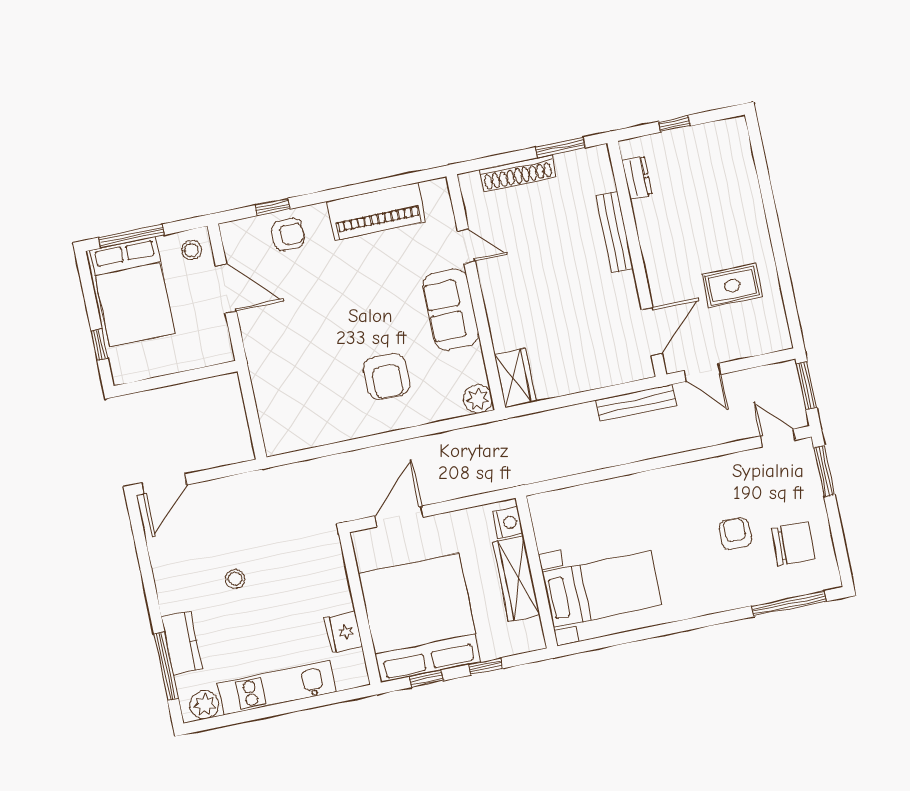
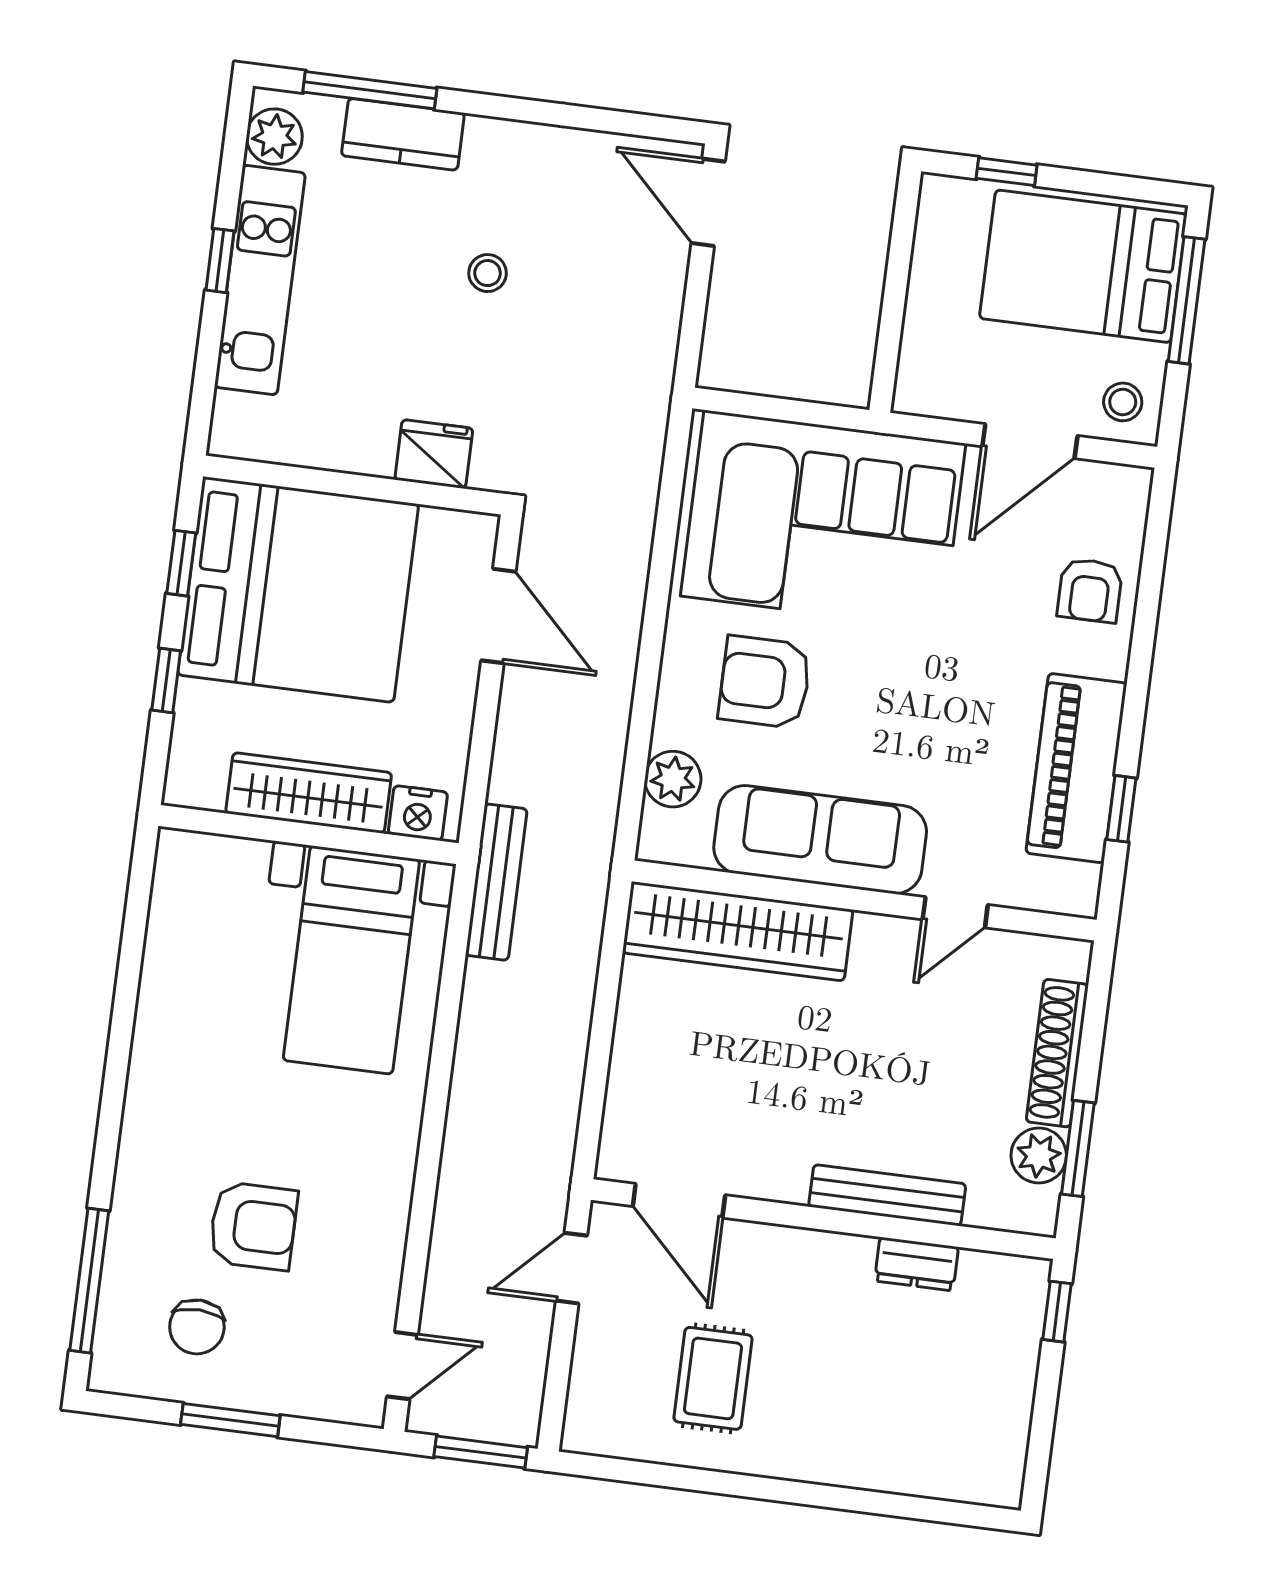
window: (675, 124) -> (1057, 1312), moved
plant: (570, 165) -> (1039, 1155), added
dresser: (637, 178) -> (917, 1264), moved
window: (273, 207) -> (1121, 809), moved
sofa: (451, 310) -> (820, 840), width x1.36
corner sofa: (298, 375) -> (823, 520), added
wardrobe: (515, 378) -> (738, 931), width x2.10, depth x1.17
plant: (478, 399) -> (673, 779), moved
bench: (636, 403) -> (496, 882), moved
window: (824, 471) -> (230, 1420), moved
armchair: (735, 534) -> (253, 1226), width x1.38, depth x1.38
chair: (793, 544) -> (197, 1327), width x0.73, depth x0.73
bed with nightstands: (602, 589) -> (351, 960), moved
fridge: (343, 632) -> (434, 454), moved
window: (274, 710) -> (220, 261), added

